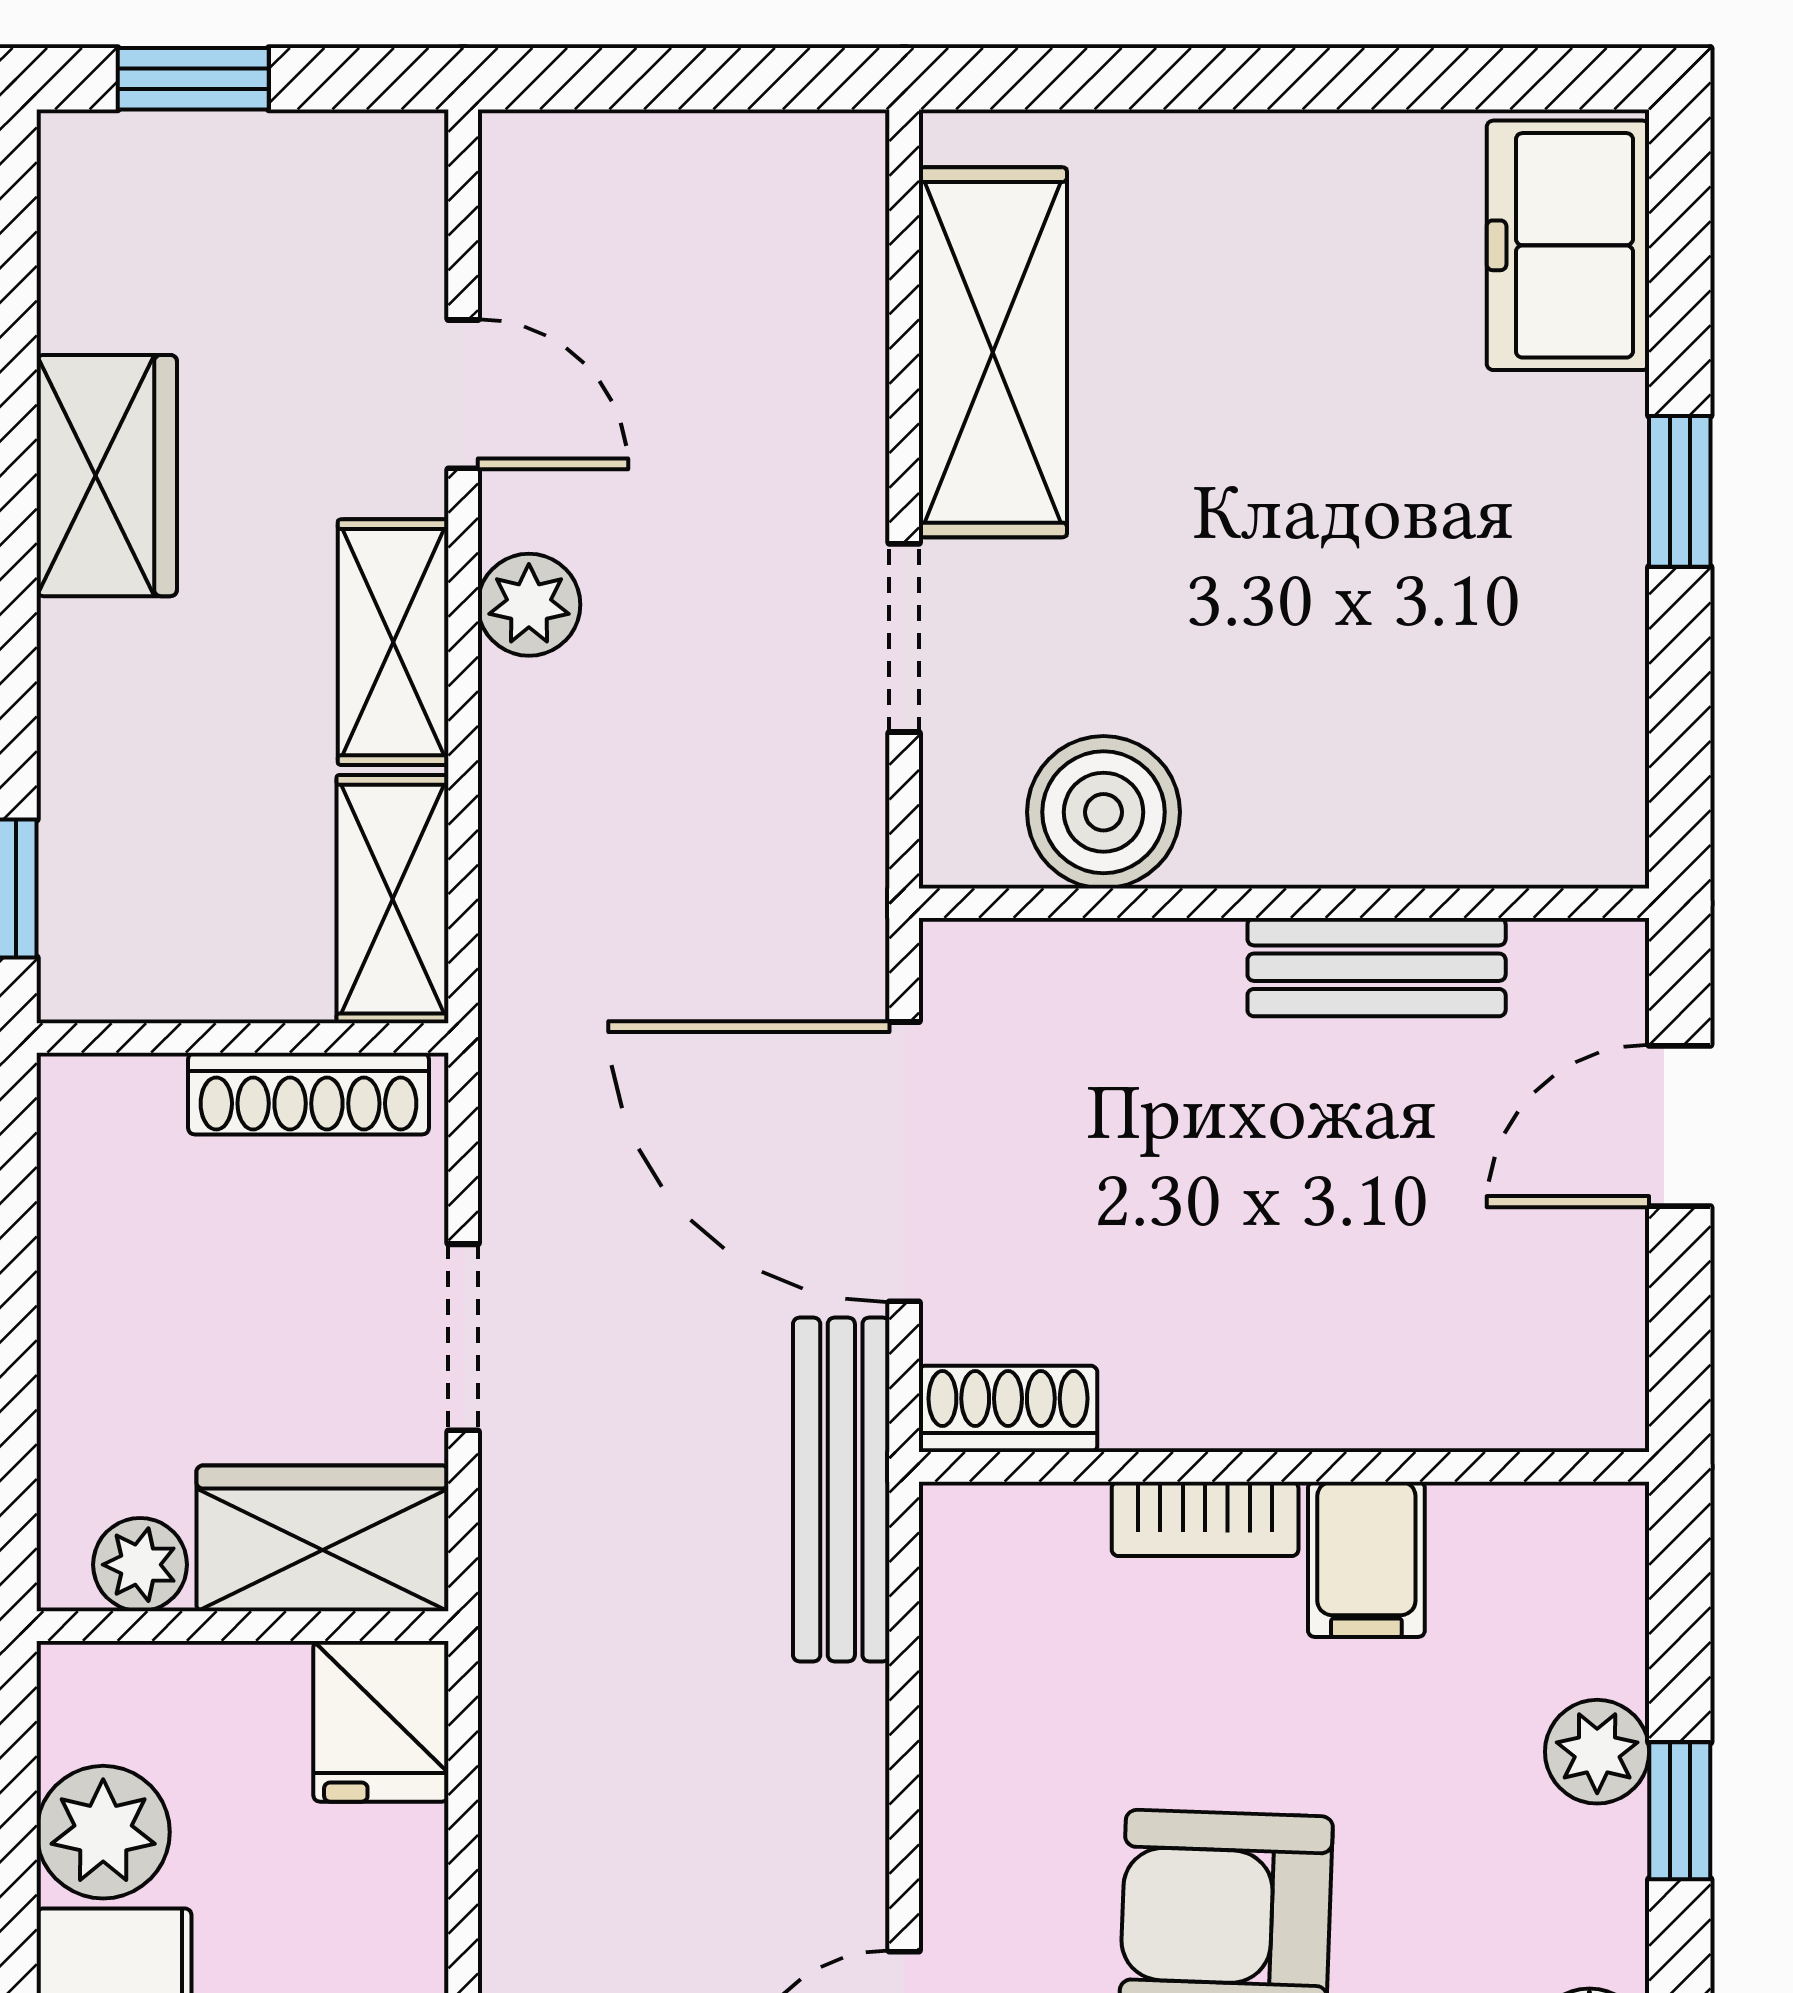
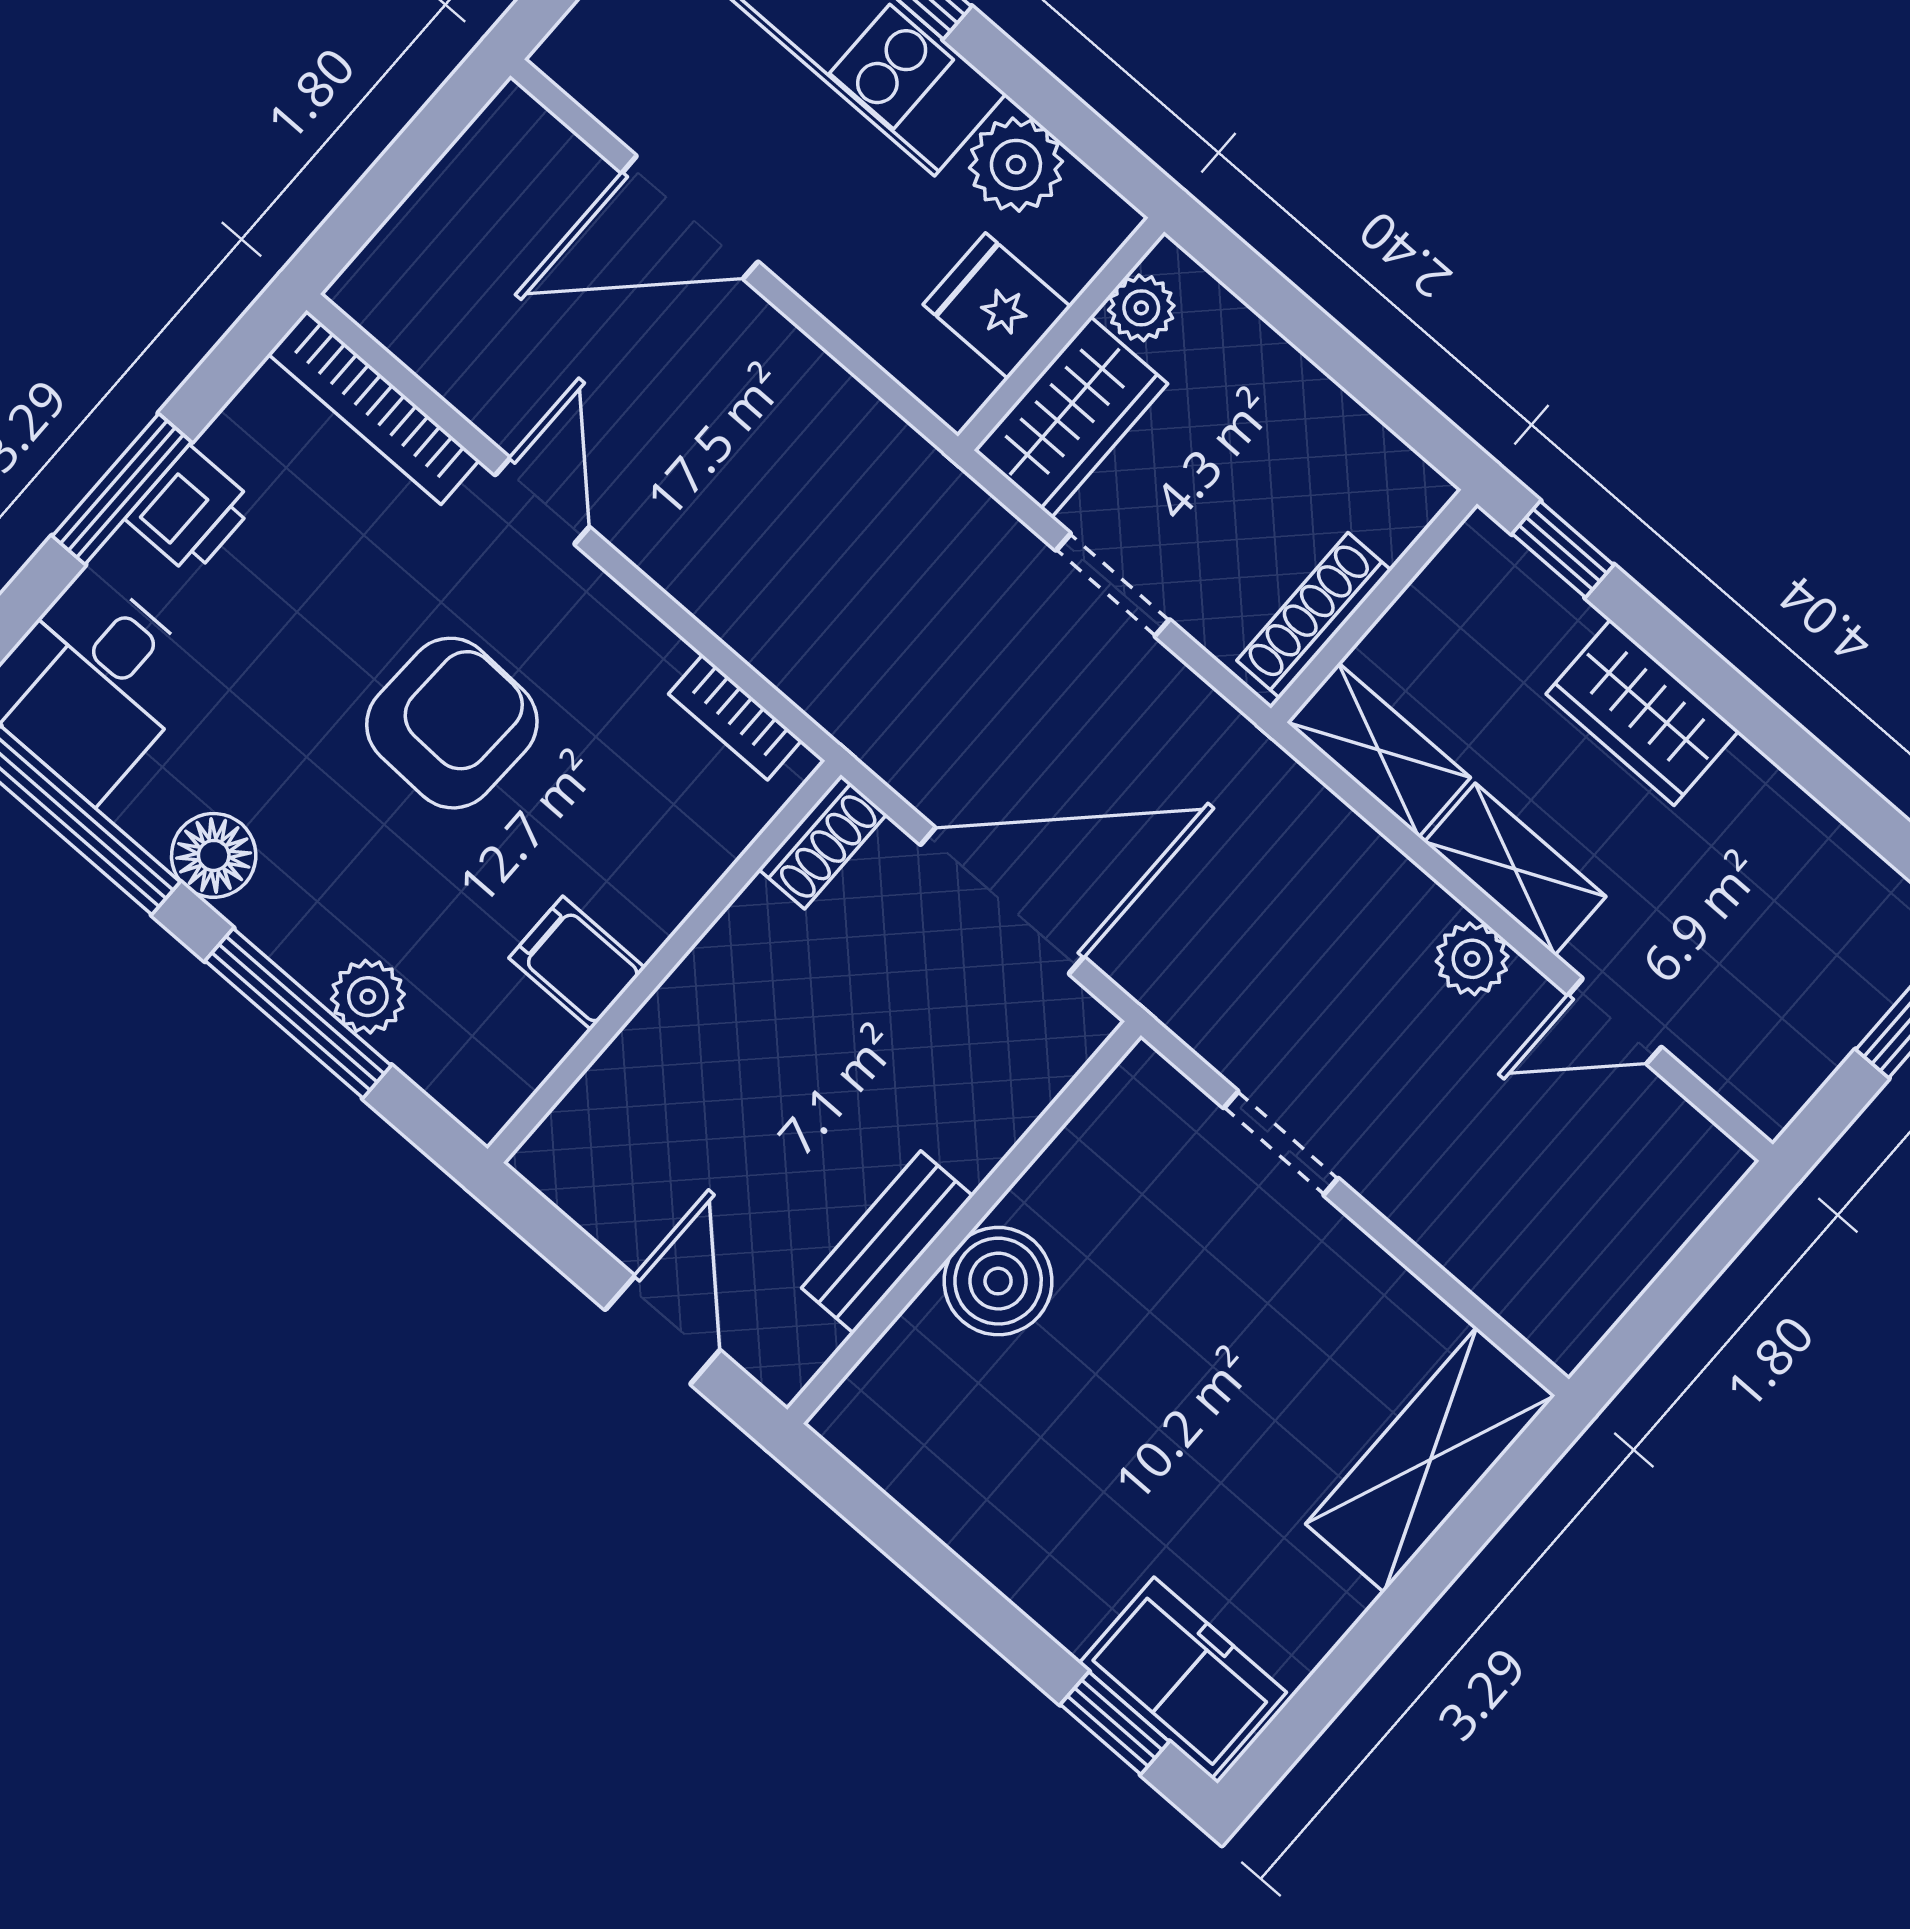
shelving: (993, 352) -> (1430, 1460), moved, turned 90
wardrobe: (107, 476) -> (1642, 712), moved
window: (1680, 491) -> (1115, 1723), moved
boiler: (1104, 812) -> (998, 1281), moved
bench: (841, 1489) -> (857, 716), removed
bookcase: (1205, 1519) -> (735, 717), moved, turned -90
fridge: (381, 1721) -> (997, 306), moved
window: (1680, 1811) -> (298, 1013), width x2.17

